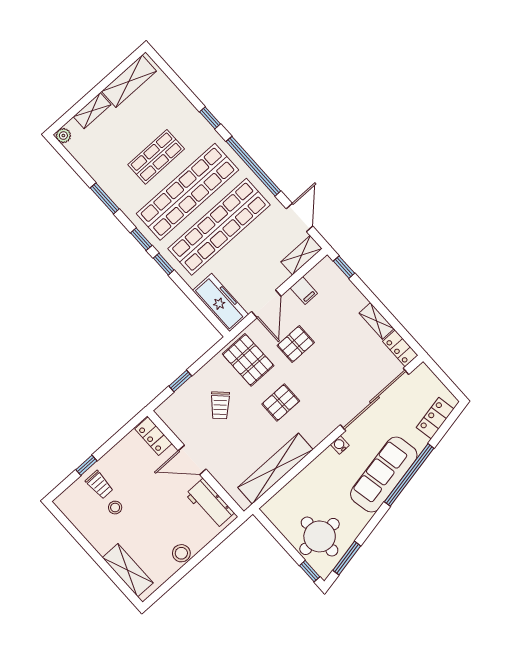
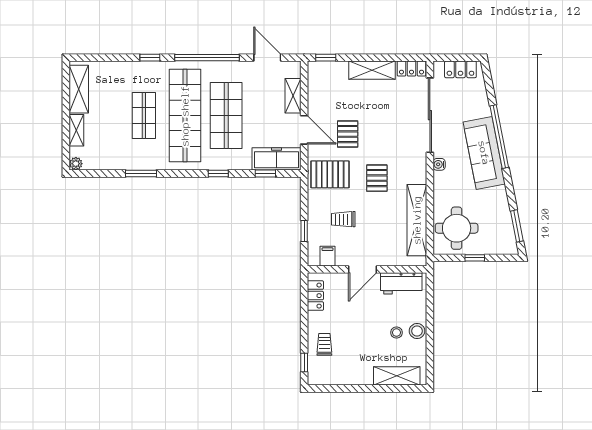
shop shelf: (219, 227) -> (226, 116), width x0.71
window: (141, 239) -> (265, 173), moved
shelving: (301, 255) -> (293, 96), moved
filing cabinet: (304, 291) -> (327, 256), moved, turned -90
shelving: (376, 321) -> (372, 70), width x1.50, depth x1.33
trolley: (220, 405) -> (343, 219), turned 136
locker: (435, 418) -> (460, 69), moved, turned -79
locker: (153, 436) -> (315, 296), moved, turned -90
window: (86, 465) -> (304, 363), moved
trolley: (99, 485) -> (324, 344), turned -90
stool: (115, 508) -> (396, 333), moved
round table: (320, 536) -> (457, 228), moved
window: (310, 571) -> (475, 258), moved

